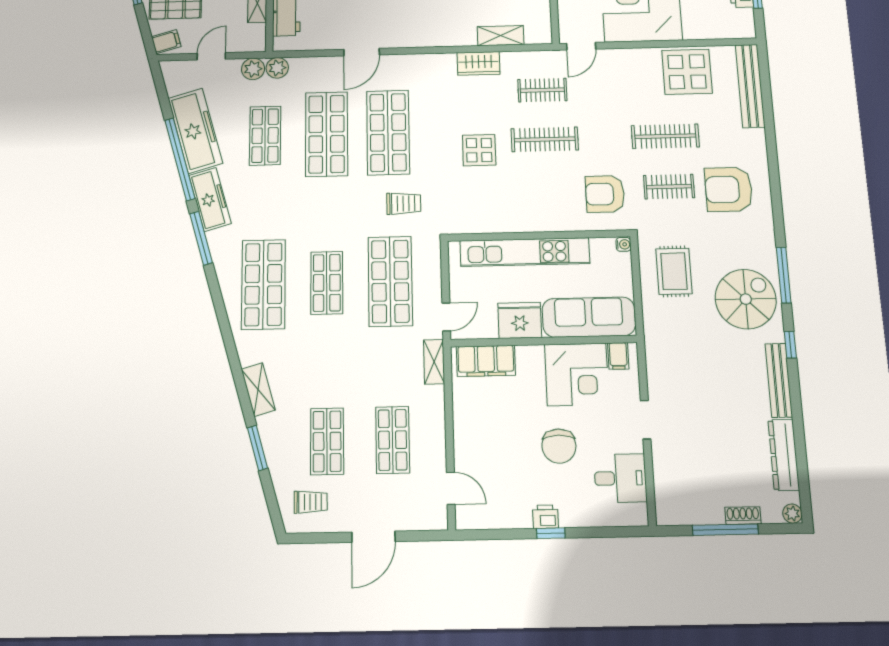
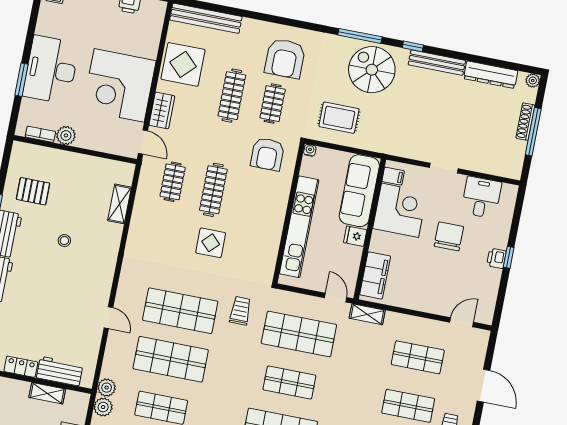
door: (362, 52) -> (108, 318), width x0.73
wardrobe: (478, 63) -> (162, 111), moved
fridge: (520, 320) -> (355, 236), width x0.53, depth x0.75
chair: (559, 446) -> (449, 236), turned -90
shoe rack: (743, 516) -> (525, 122), width x1.43

